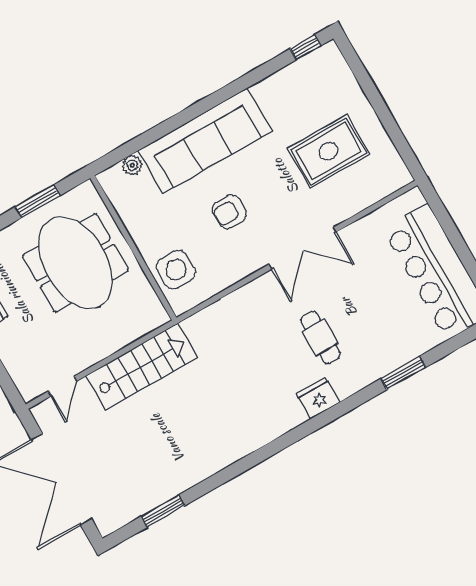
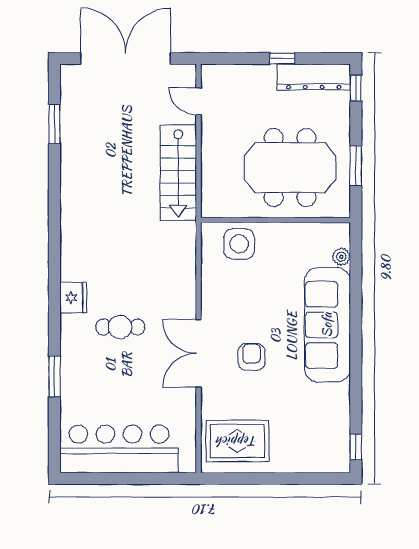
rug: (329, 151) -> (237, 441), moved, turned 90
armchair: (229, 212) -> (252, 357), moved

